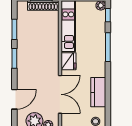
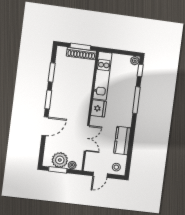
double door: (60, 94) -> (87, 138), width x0.73
door: (14, 99) -> (45, 126), moved

